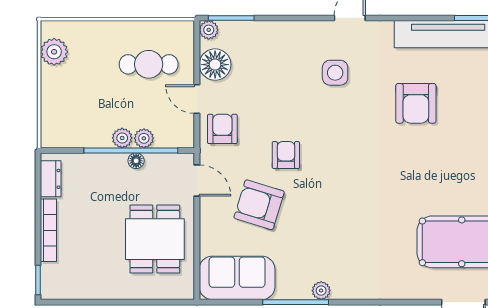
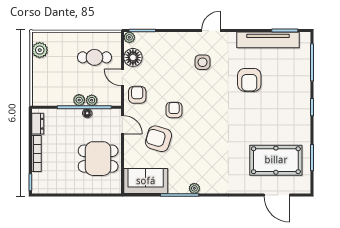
dining table: (155, 239) -> (98, 159), turned 90

